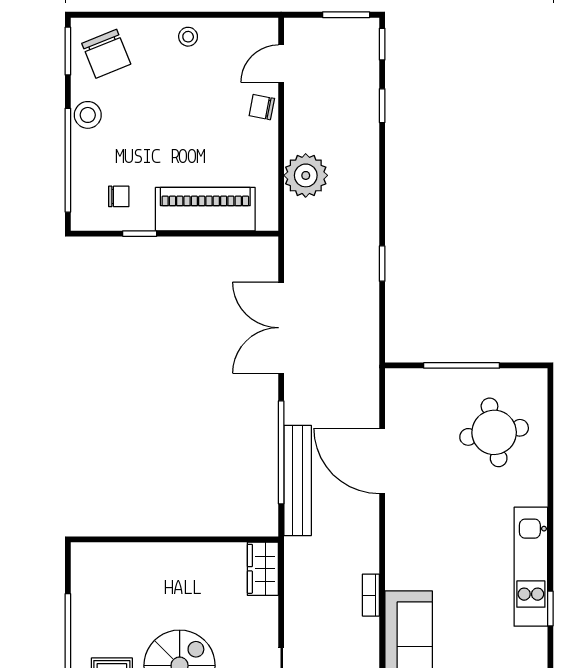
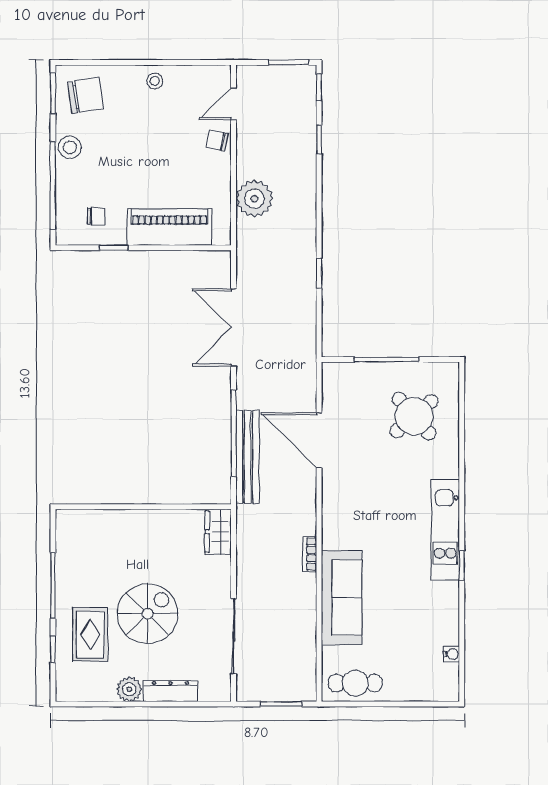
chair: (106, 54) -> (85, 95), turned -76
round table: (494, 432) -> (414, 416), turned -31

